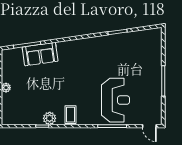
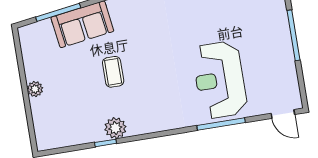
reception desk: (115, 100) -> (220, 80), turned 180
coffee table: (71, 115) -> (113, 72), moved

